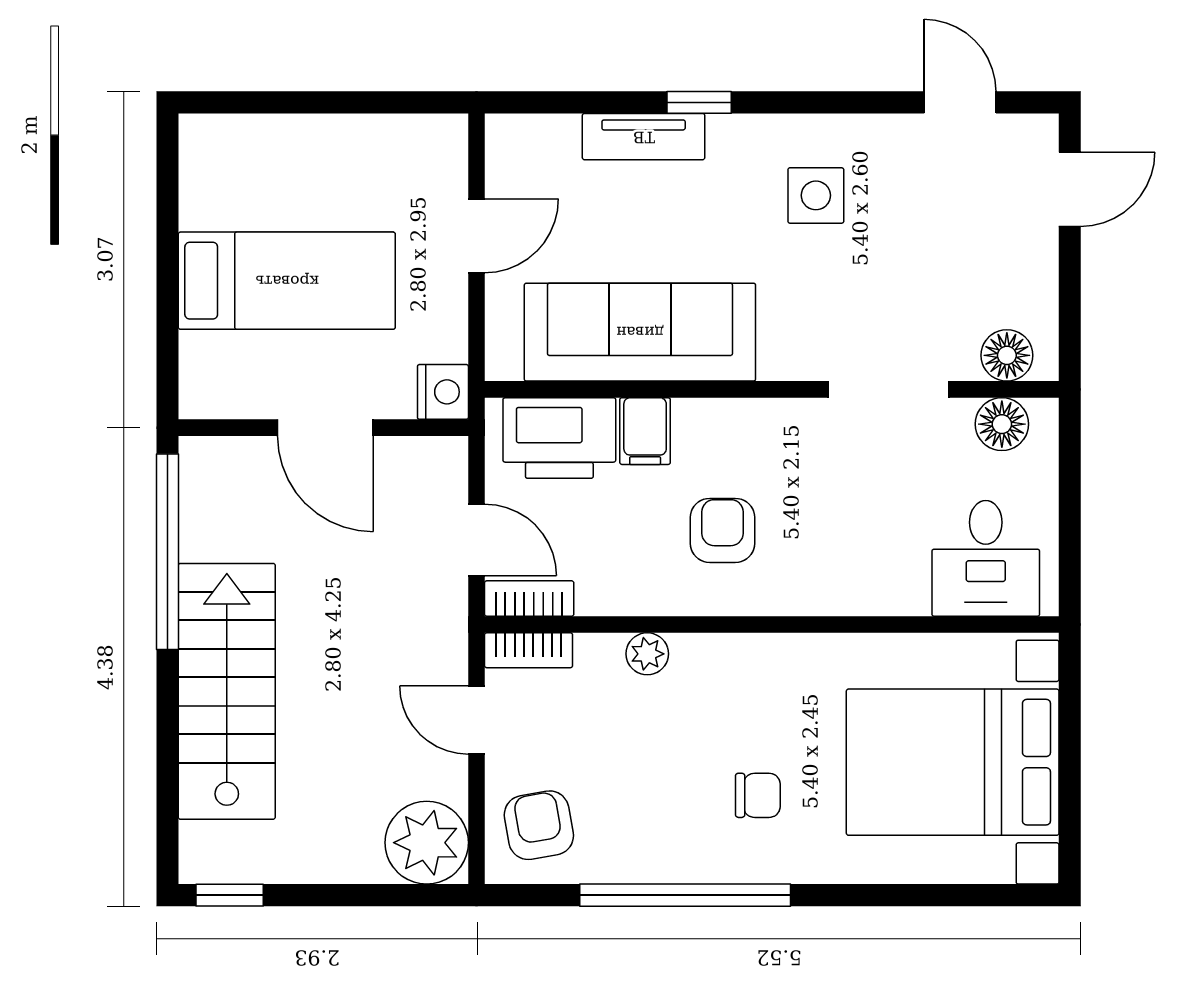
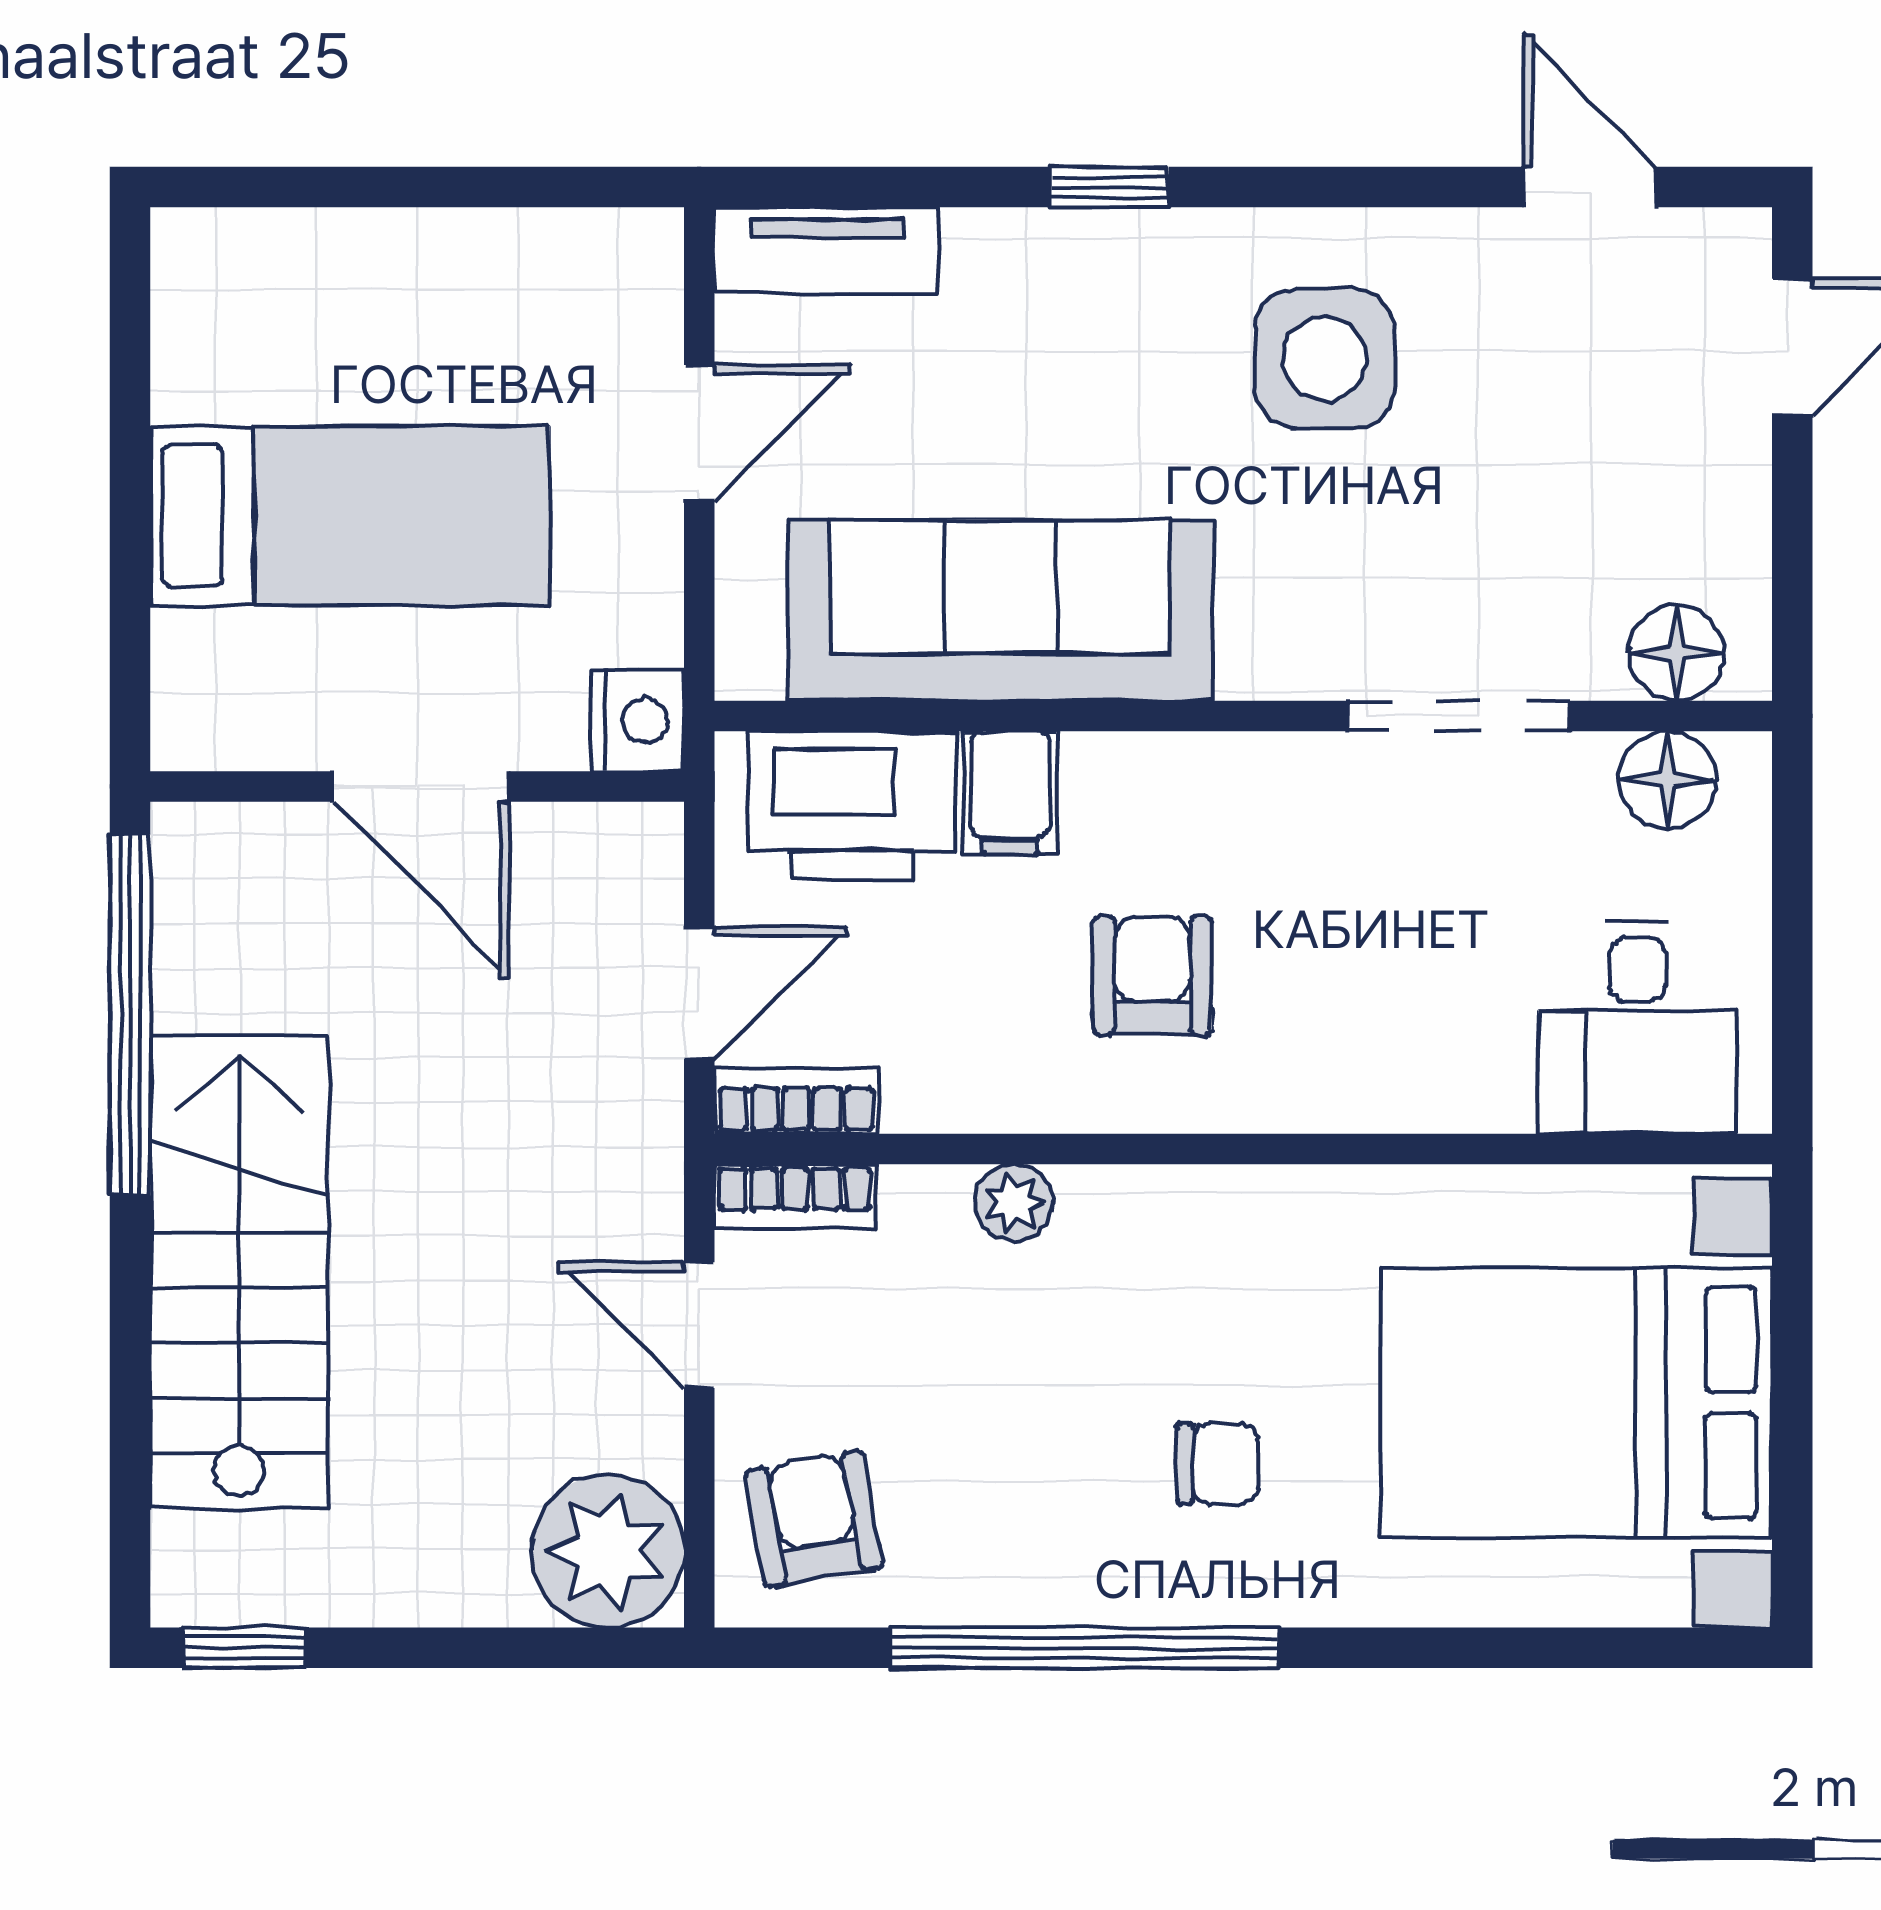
tv unit: (644, 137) -> (827, 250), moved
side table: (816, 195) -> (1324, 359), width x1.37, depth x1.37
door: (476, 540) -> (699, 993), hinge flipped

